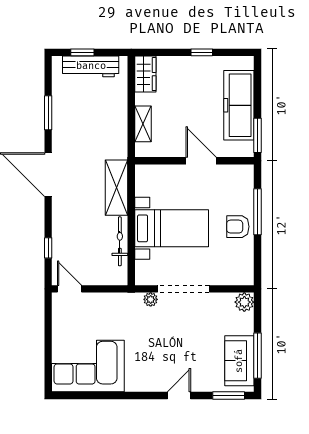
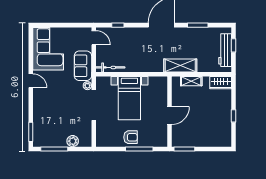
freezer: (239, 105) -> (202, 138), removed
shelving: (117, 188) -> (180, 66), moved
armchair: (238, 227) -> (130, 137), turned 90
bicycle: (120, 241) -> (110, 67), moved
door: (69, 289) -> (94, 38), hinge flipped
plant: (244, 302) -> (73, 141), moved
sofa: (239, 361) -> (83, 66), moved, turned -90
door: (179, 395) -> (31, 81), moved

